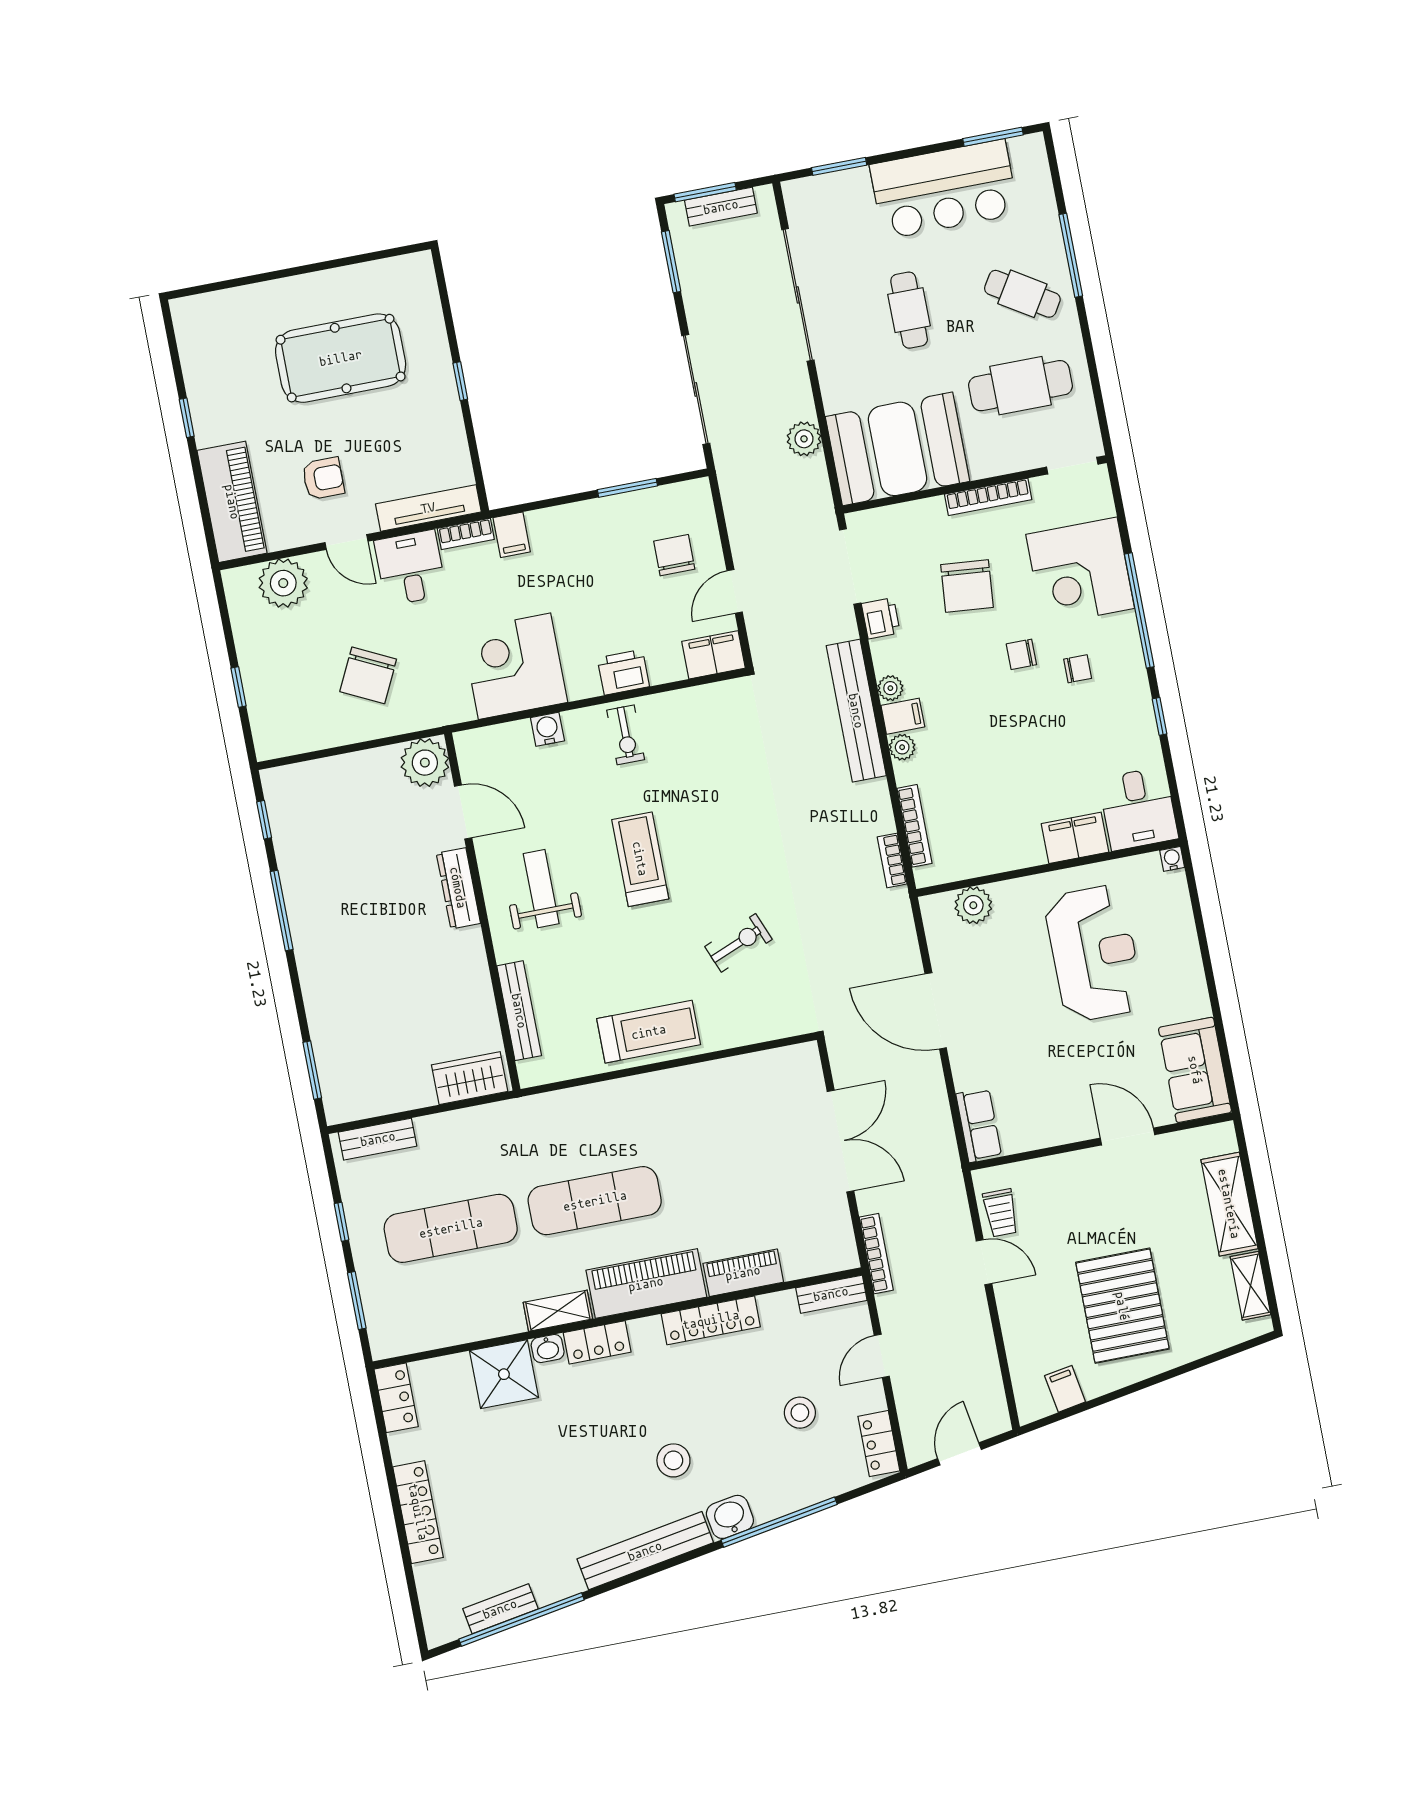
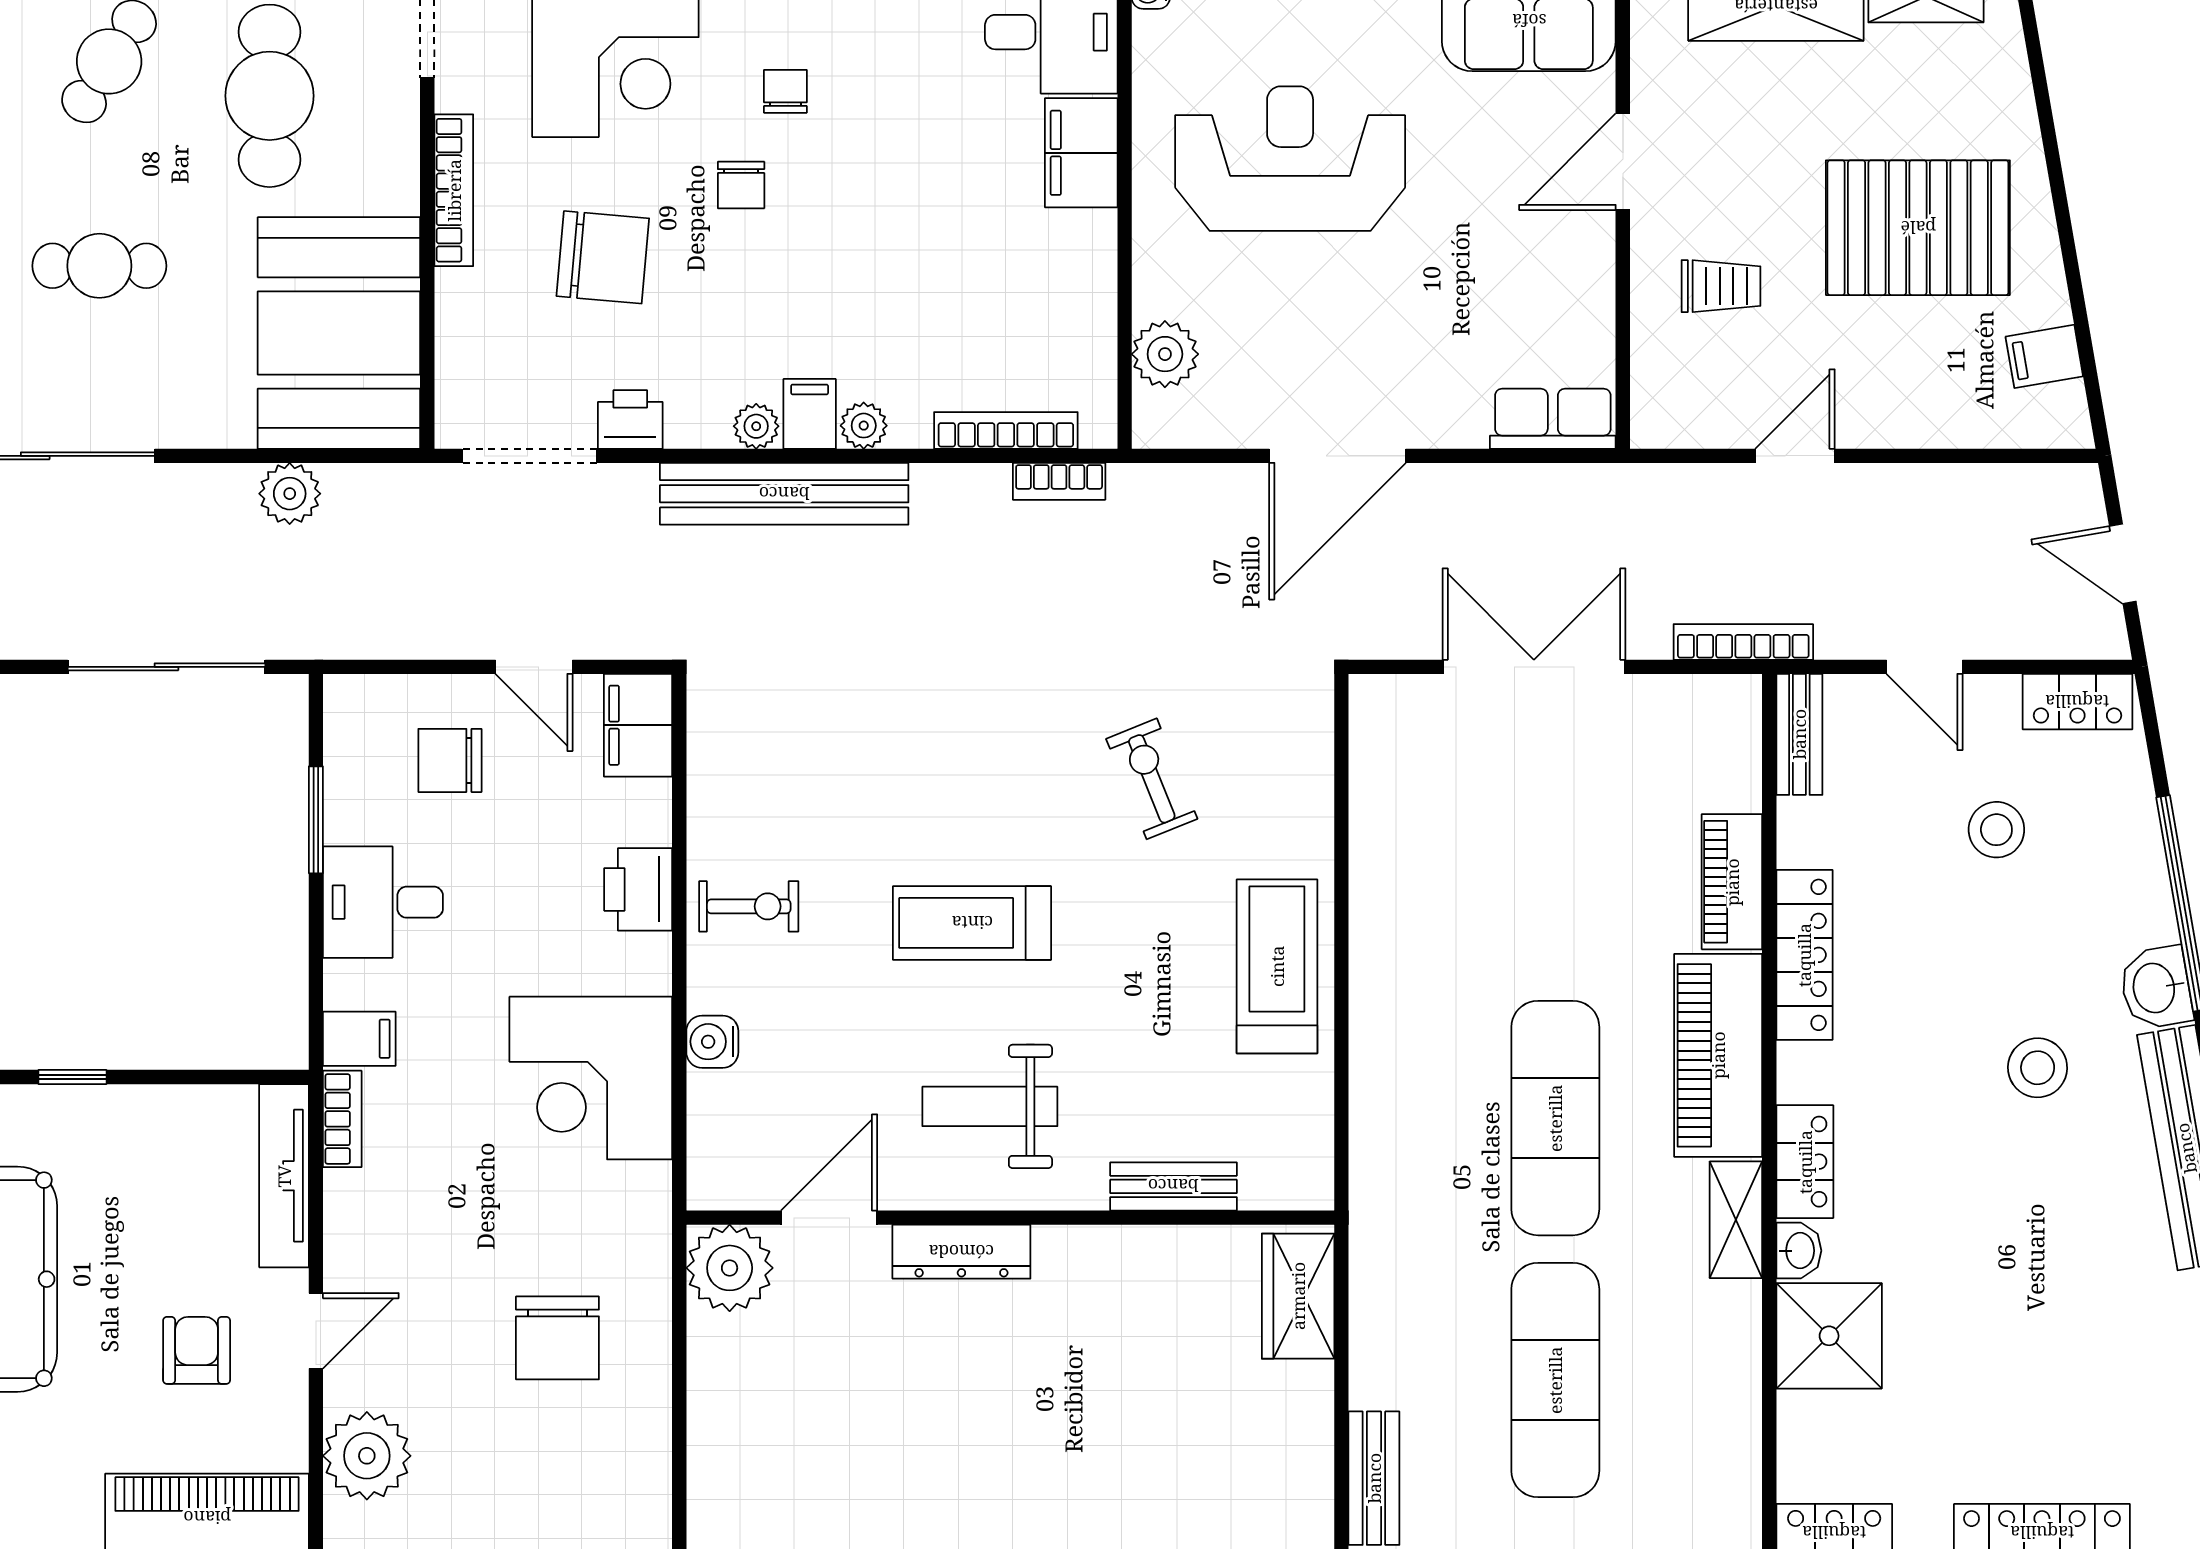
desk: (410, 568) -> (383, 902), moved
chair: (368, 675) -> (557, 1338), turned 64
bench: (519, 1011) -> (1173, 1186), width x0.73
trolley: (1001, 1213) -> (1721, 286), moved

